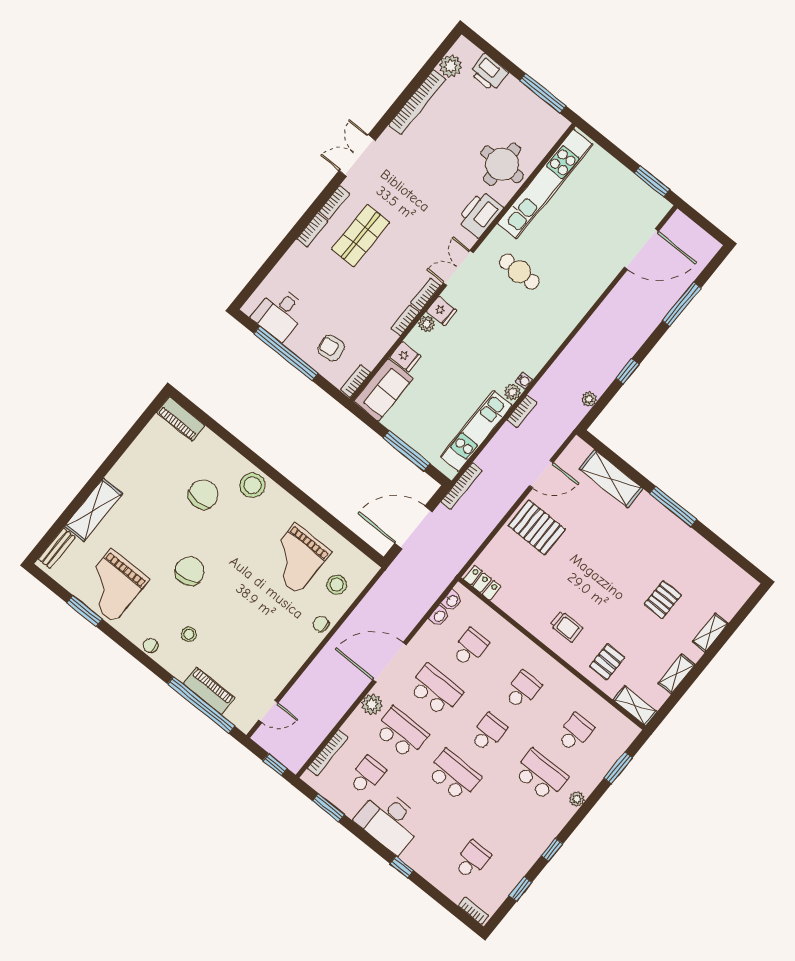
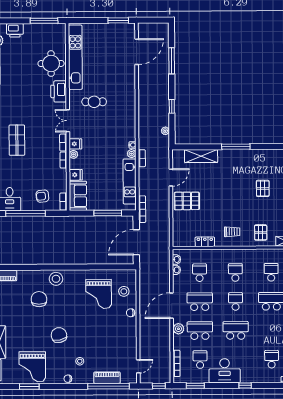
locker: (482, 583) -> (205, 242), moved

